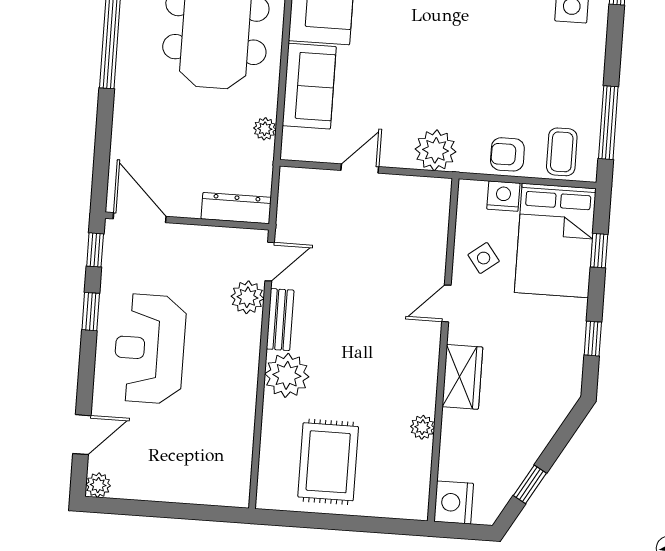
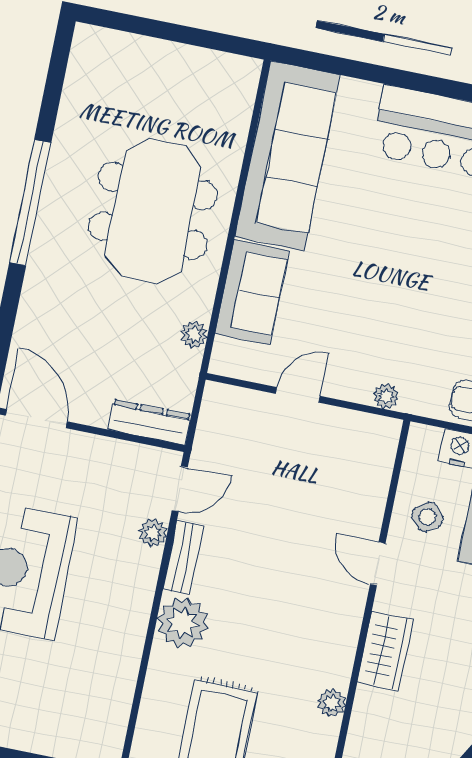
plant: (436, 150) -> (386, 396), width x0.53, depth x0.53
plant: (247, 297) -> (153, 533), width x0.73, depth x0.73
door: (446, 303) -> (378, 564), hinge flipped

